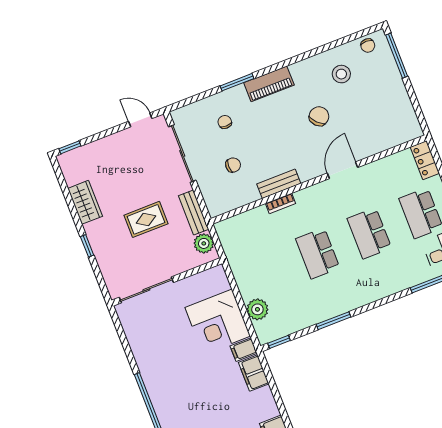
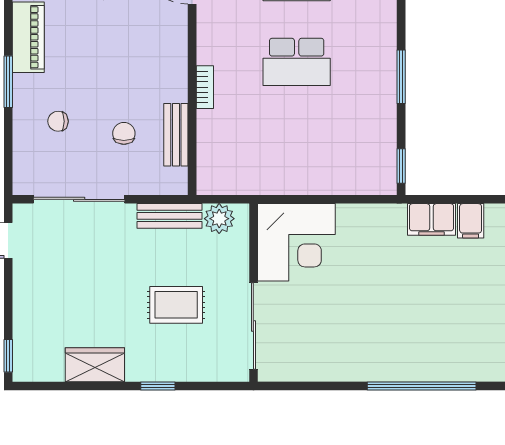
bench: (279, 184) -> (176, 135), moved
rug: (146, 219) -> (176, 305), moved, turned 90
plant: (257, 309) -> (343, 179), removed
corner desk: (218, 322) -> (296, 242), moved
filing cabinet: (244, 350) -> (471, 221), moved

